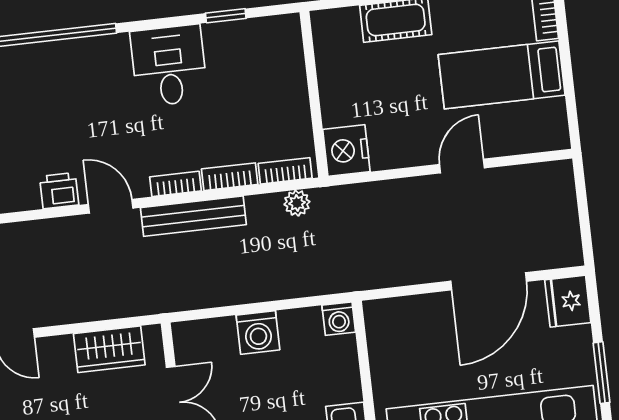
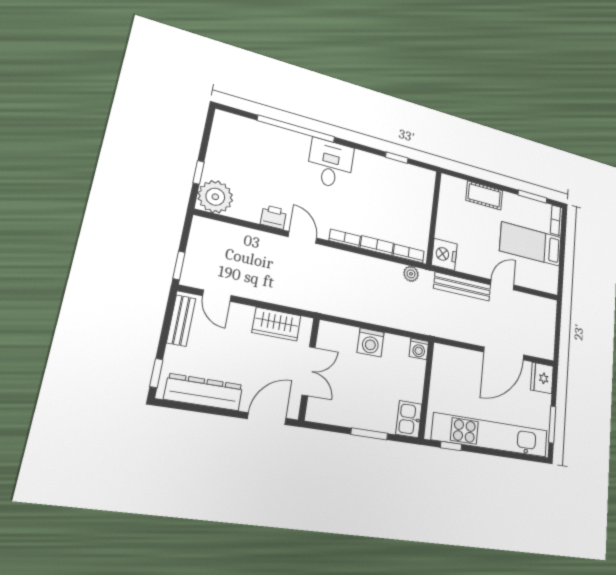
desk: (169, 66) -> (330, 164), moved
bench: (193, 216) -> (462, 287), moved

